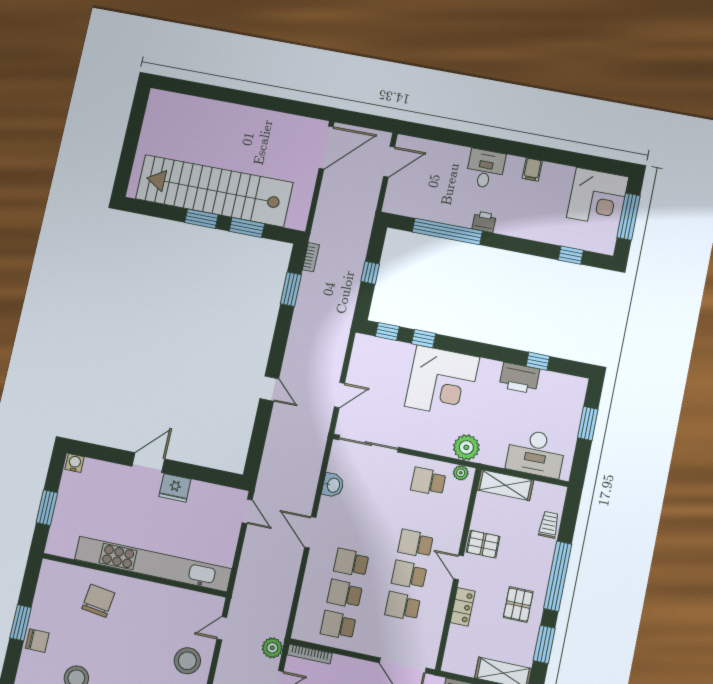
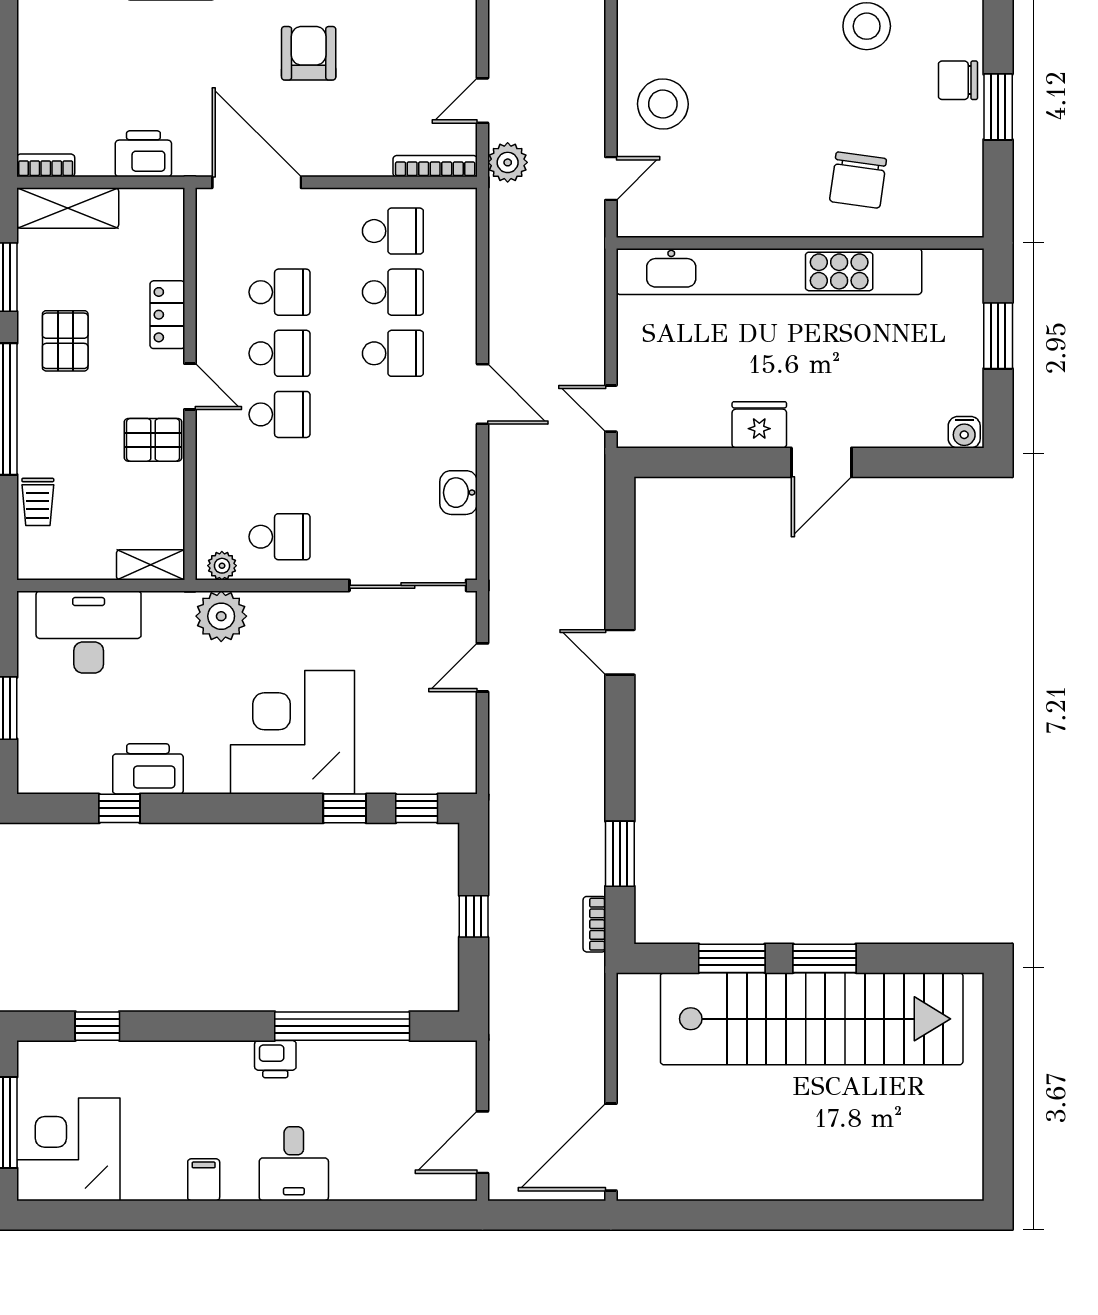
shelving: (505, 485) -> (151, 565), width x0.67, depth x0.75

